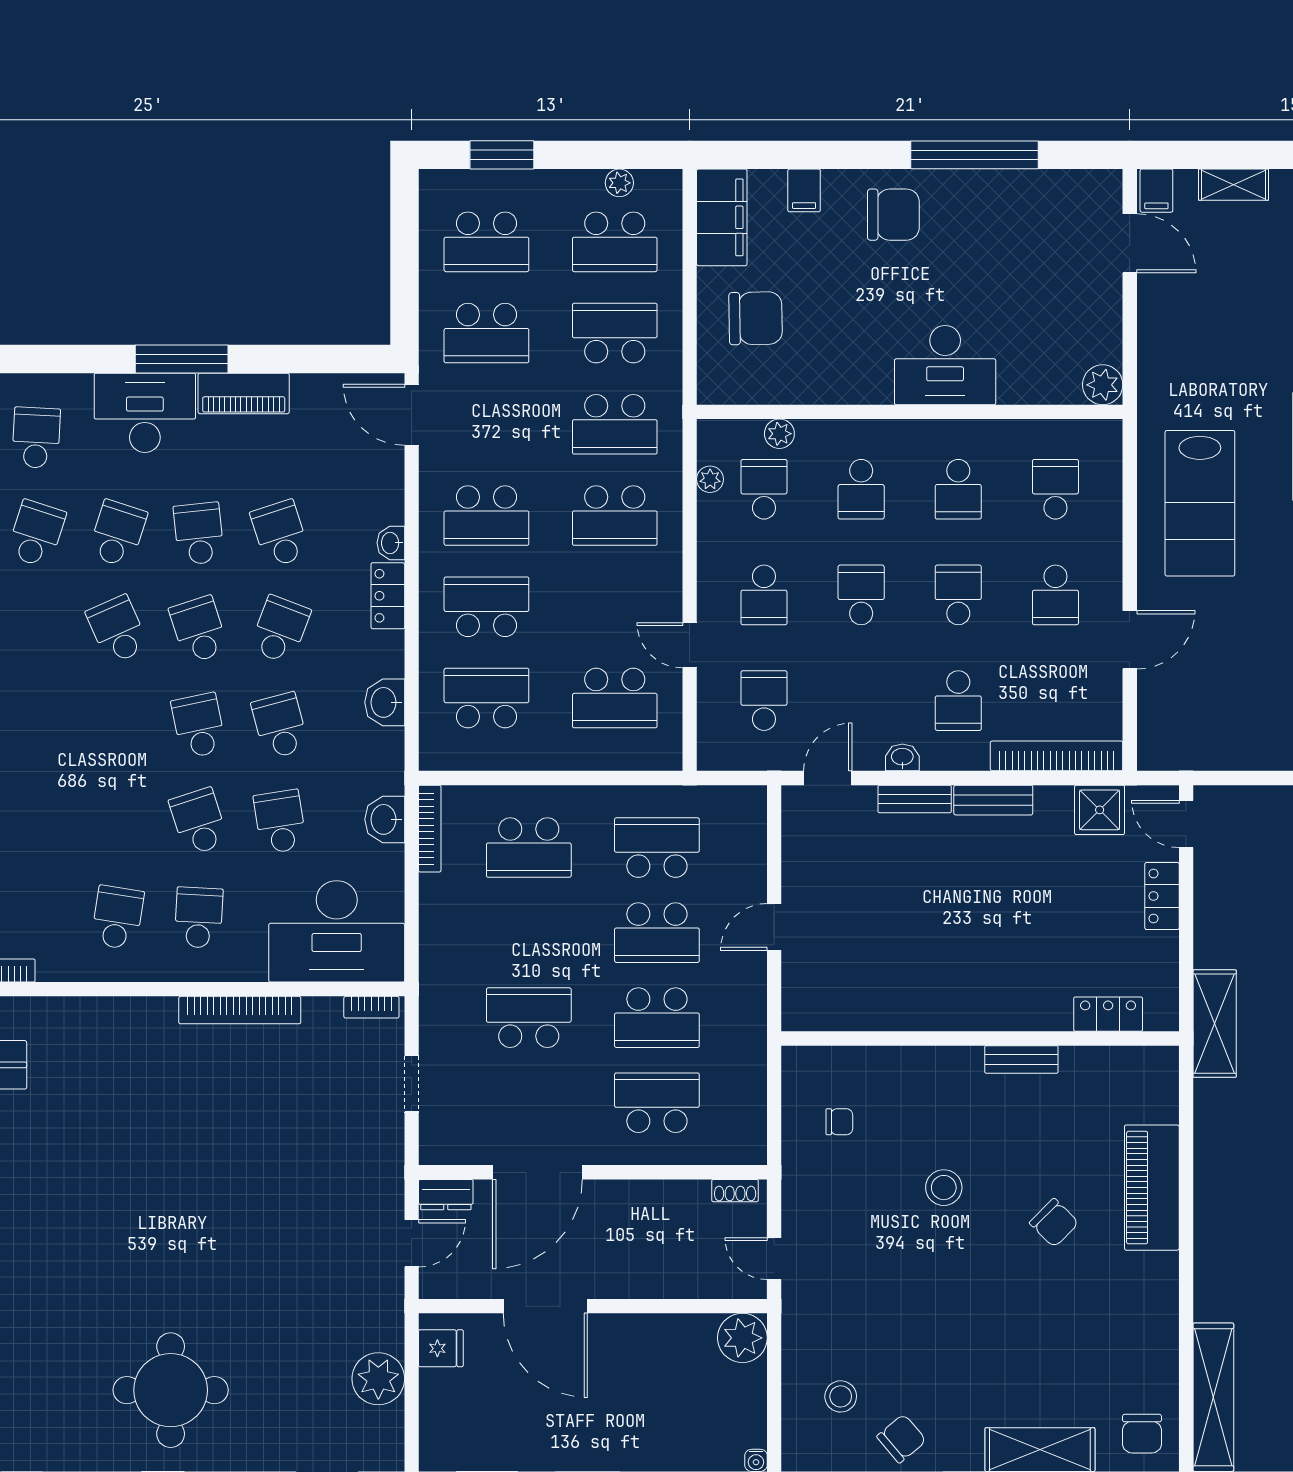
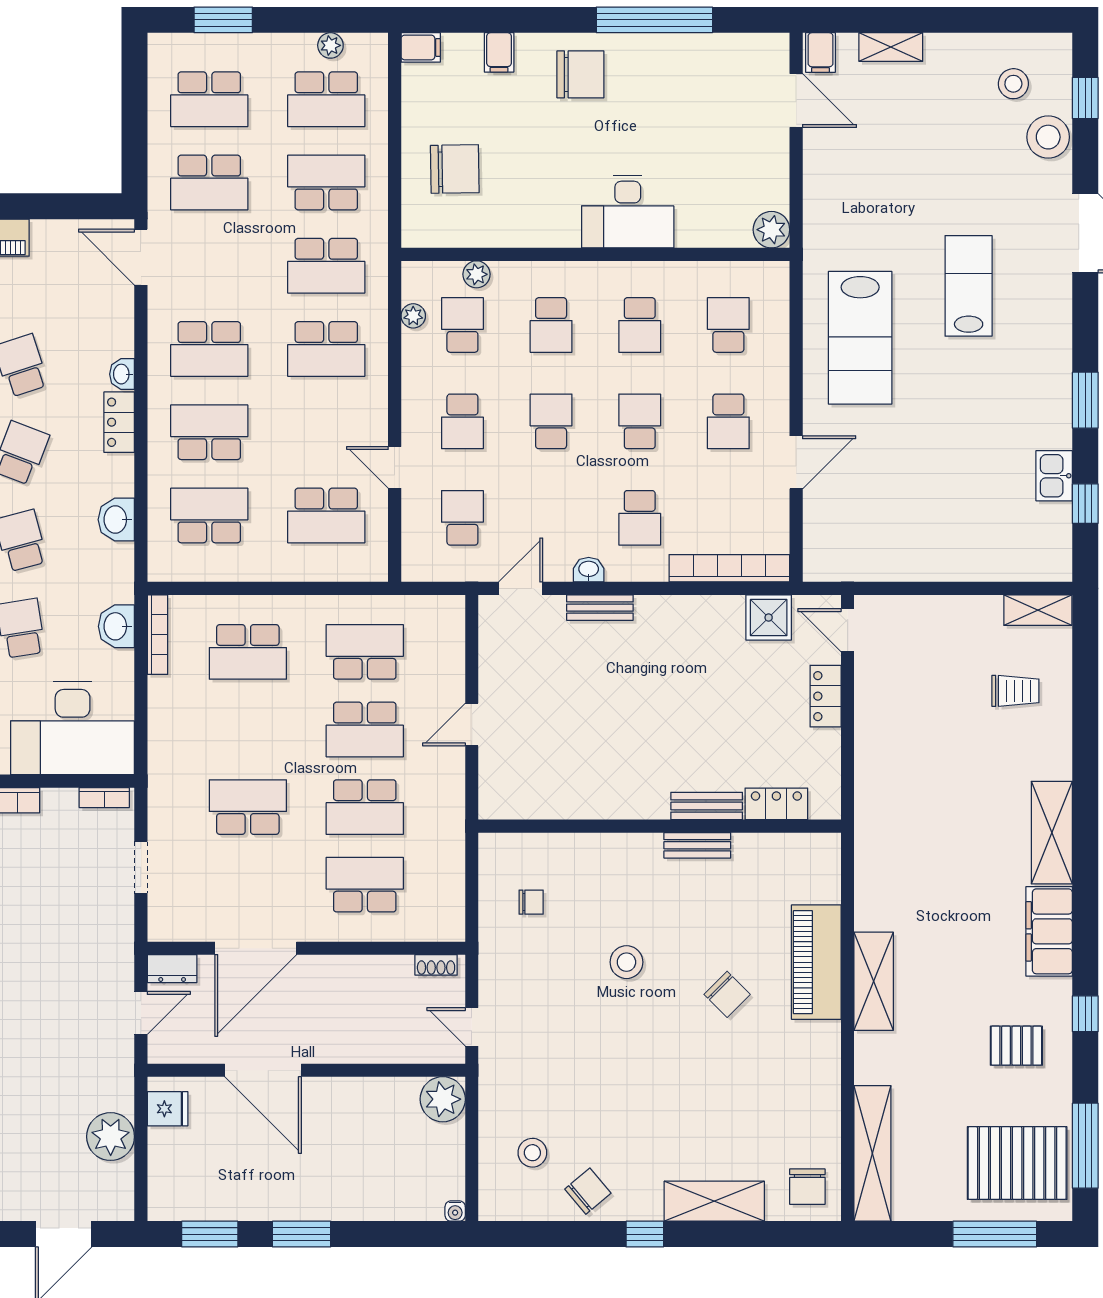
filing cabinet: (722, 217) -> (421, 47), width x0.33, depth x0.86
bench: (993, 800) -> (707, 806), moved
shelving: (1215, 1024) -> (874, 981), moved

